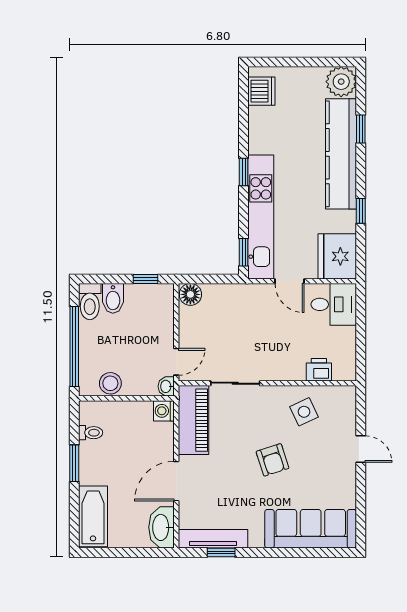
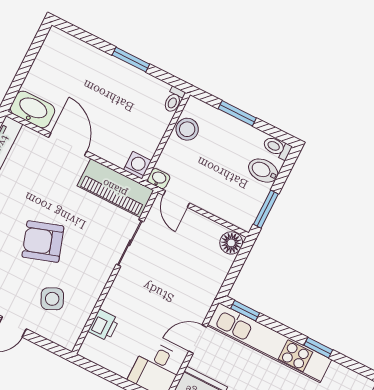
window: (146, 279) -> (266, 209), width x1.50
toilet: (90, 302) -> (277, 148), width x0.73, depth x0.72
window: (74, 347) -> (237, 113), width x0.47
side table: (304, 412) -> (52, 299), moved
toilet: (91, 433) -> (174, 100), moved
armchair: (272, 460) -> (43, 242), width x1.38, depth x1.38
bathtub: (93, 516) -> (74, 52), removed

